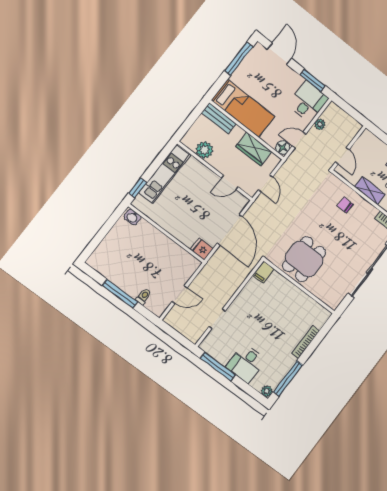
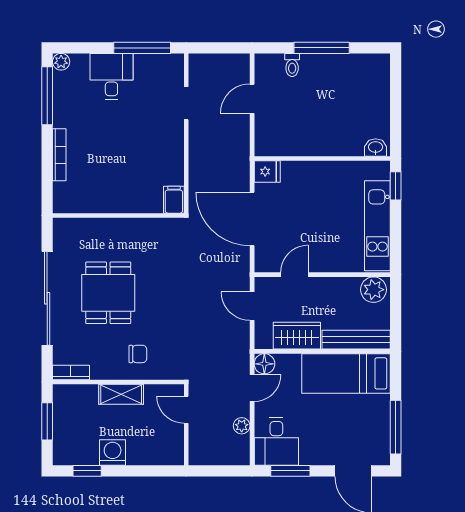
bench: (219, 118) -> (356, 340), width x1.36
plant: (204, 150) -> (374, 290), moved
dining table: (304, 259) -> (108, 293), moved

